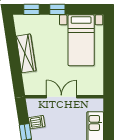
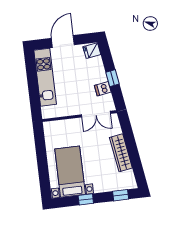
window: (57, 9) -> (86, 199), moved
double door: (61, 97) -> (96, 114), moved

